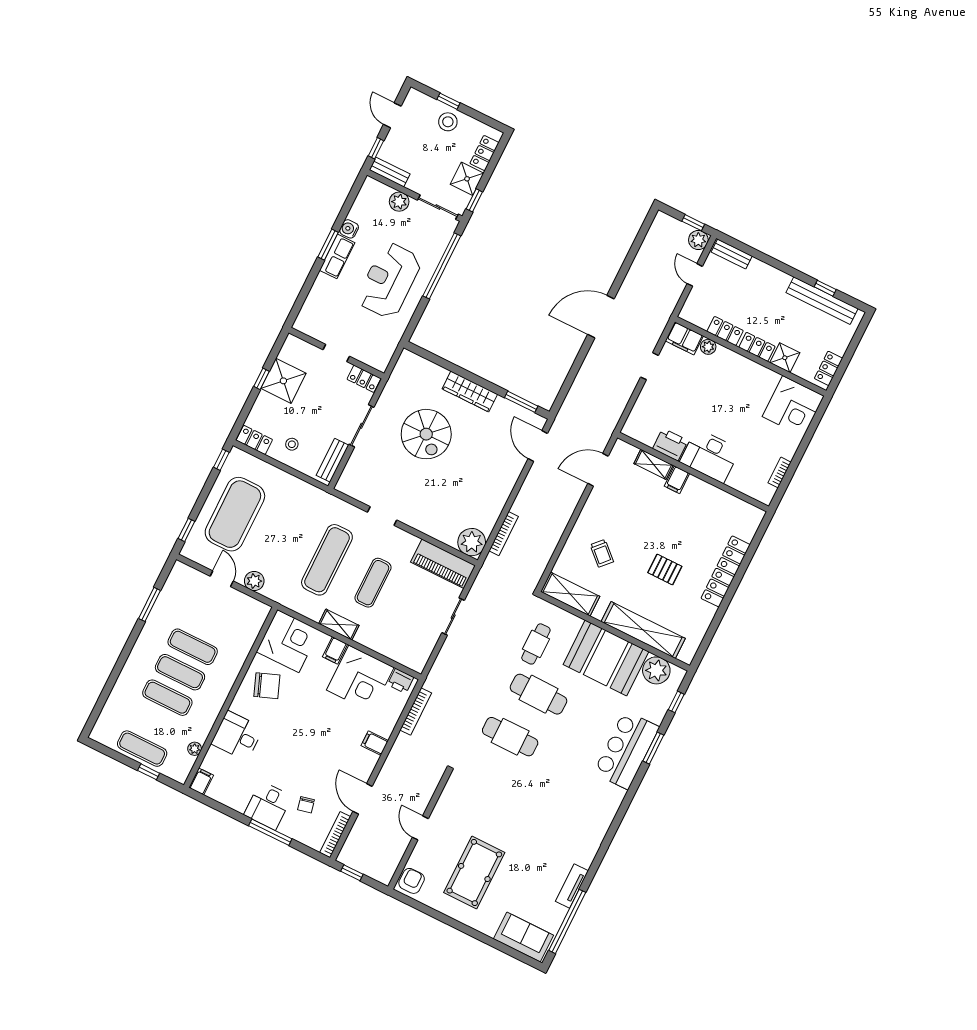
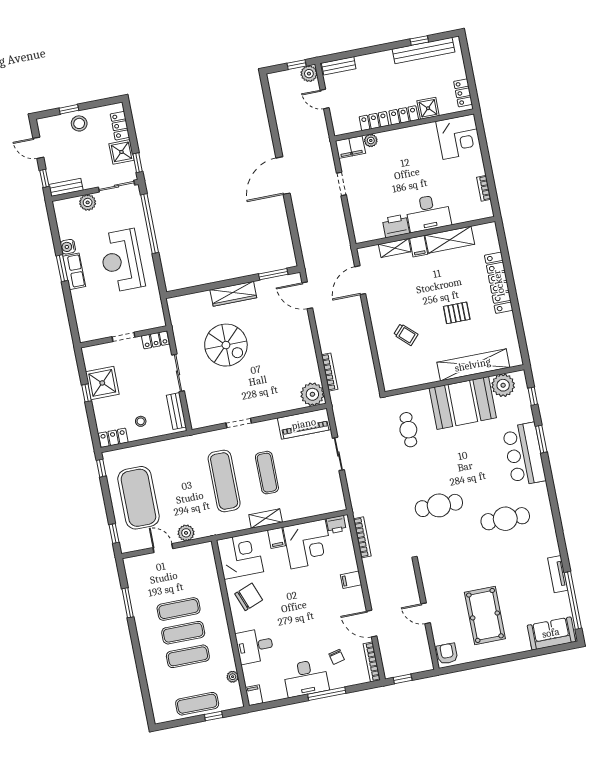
shelving: (570, 594) -> (450, 240), moved
cafe table: (539, 694) -> (505, 519), moved
desk: (268, 806) -> (306, 678), width x1.37

